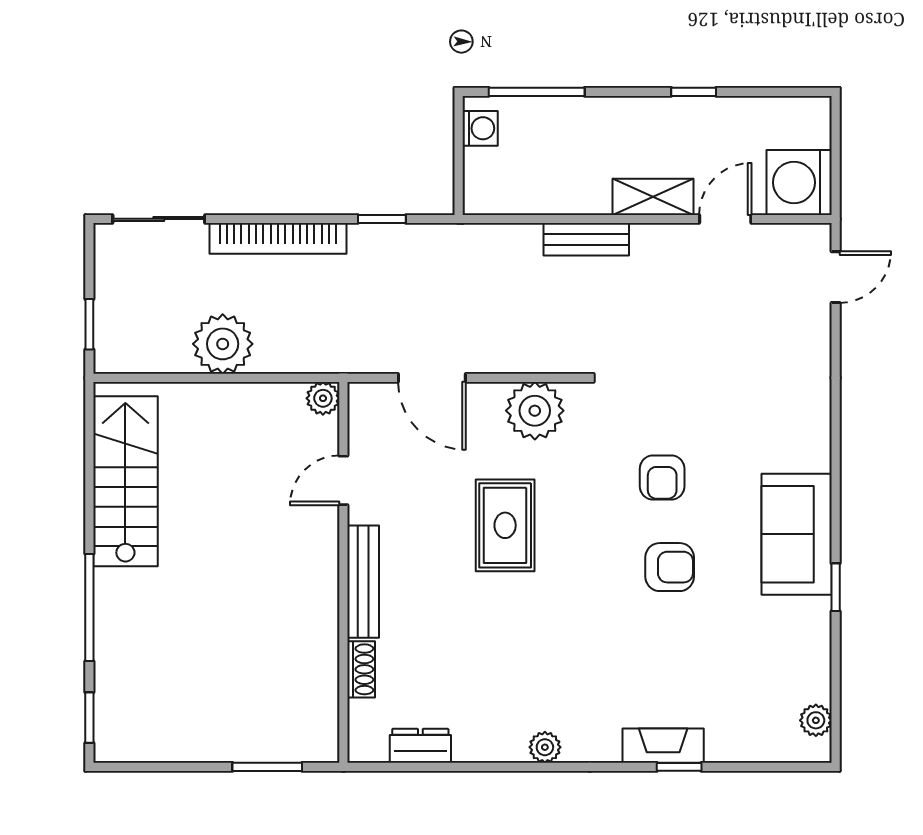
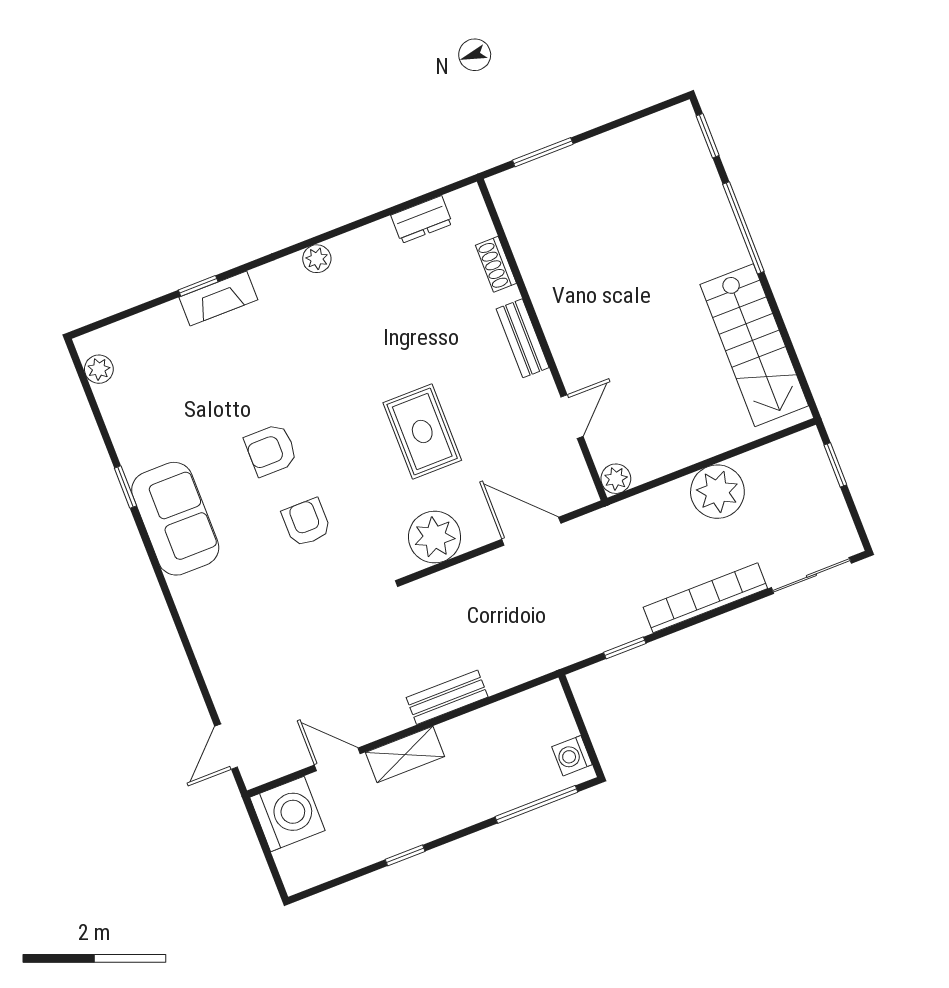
door: (725, 219) -> (337, 759), swing flipped
bench: (363, 582) -> (523, 338), width x0.73

